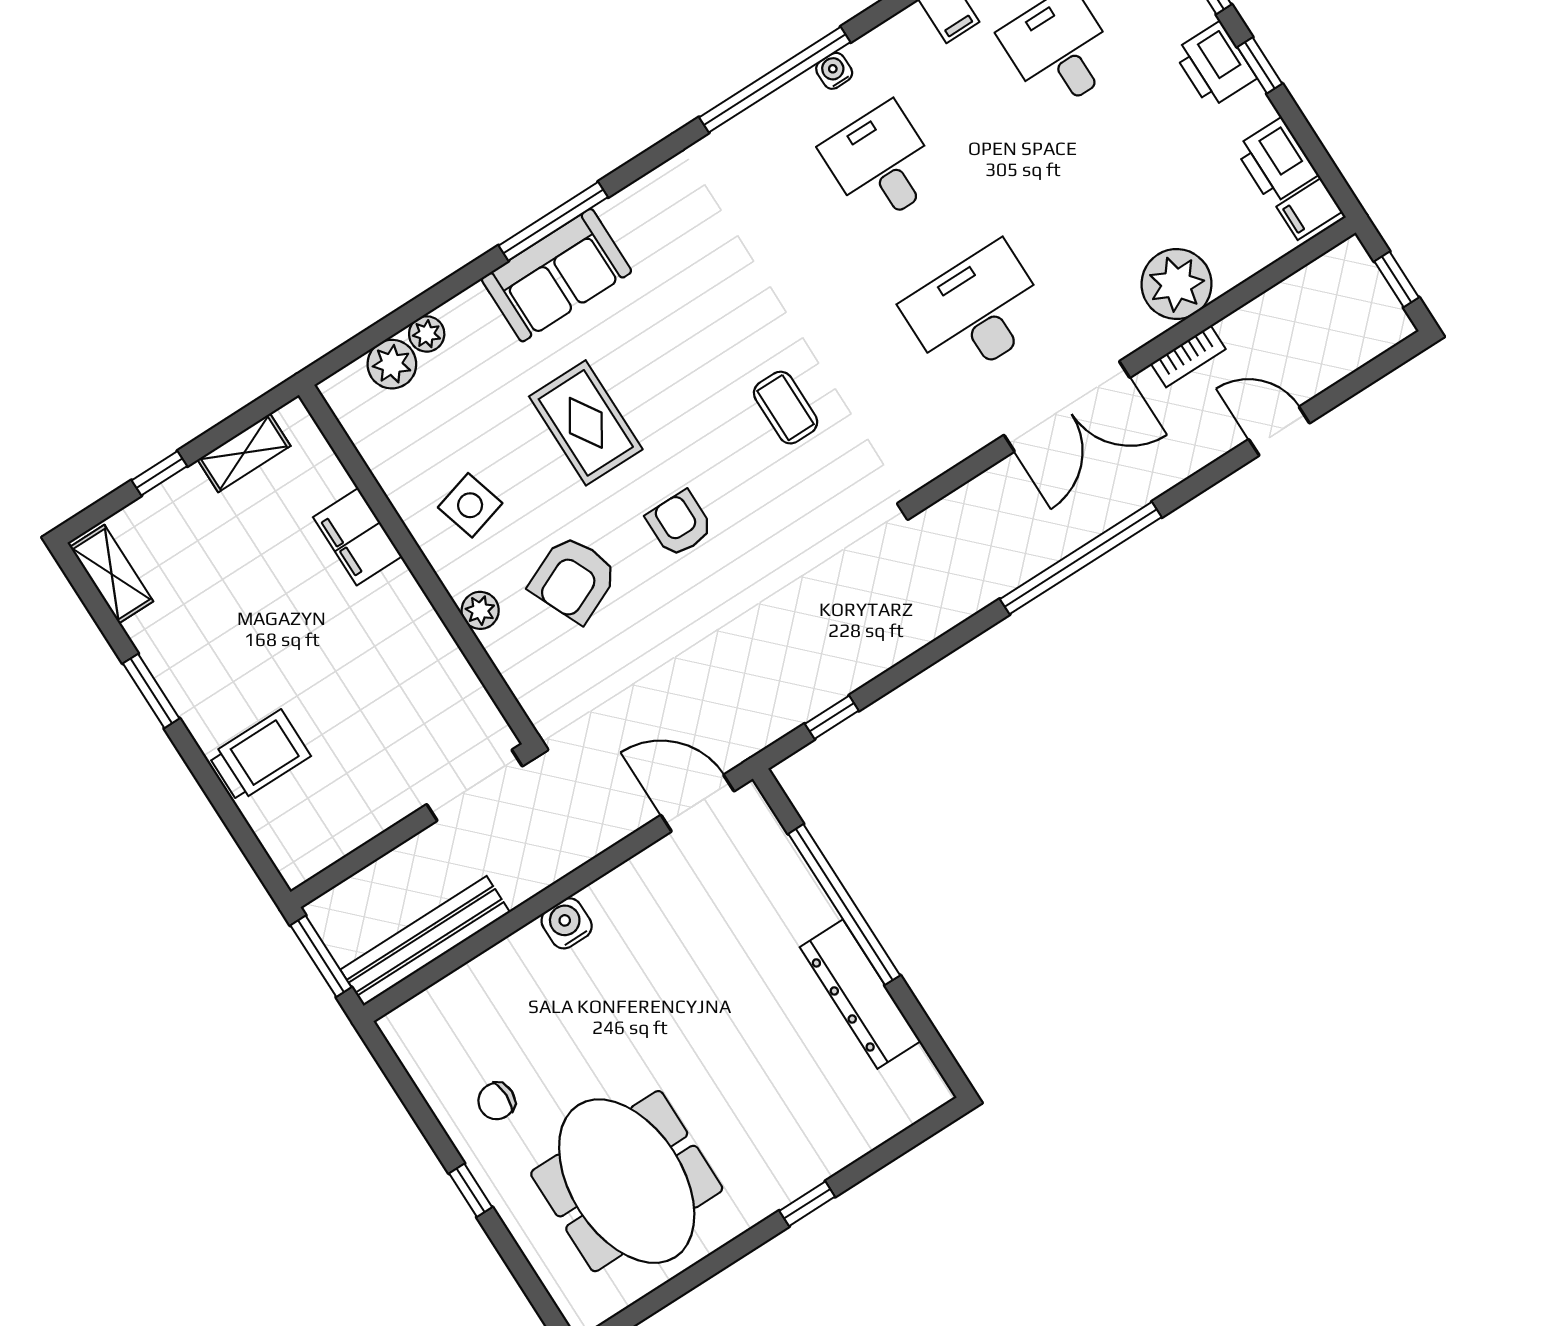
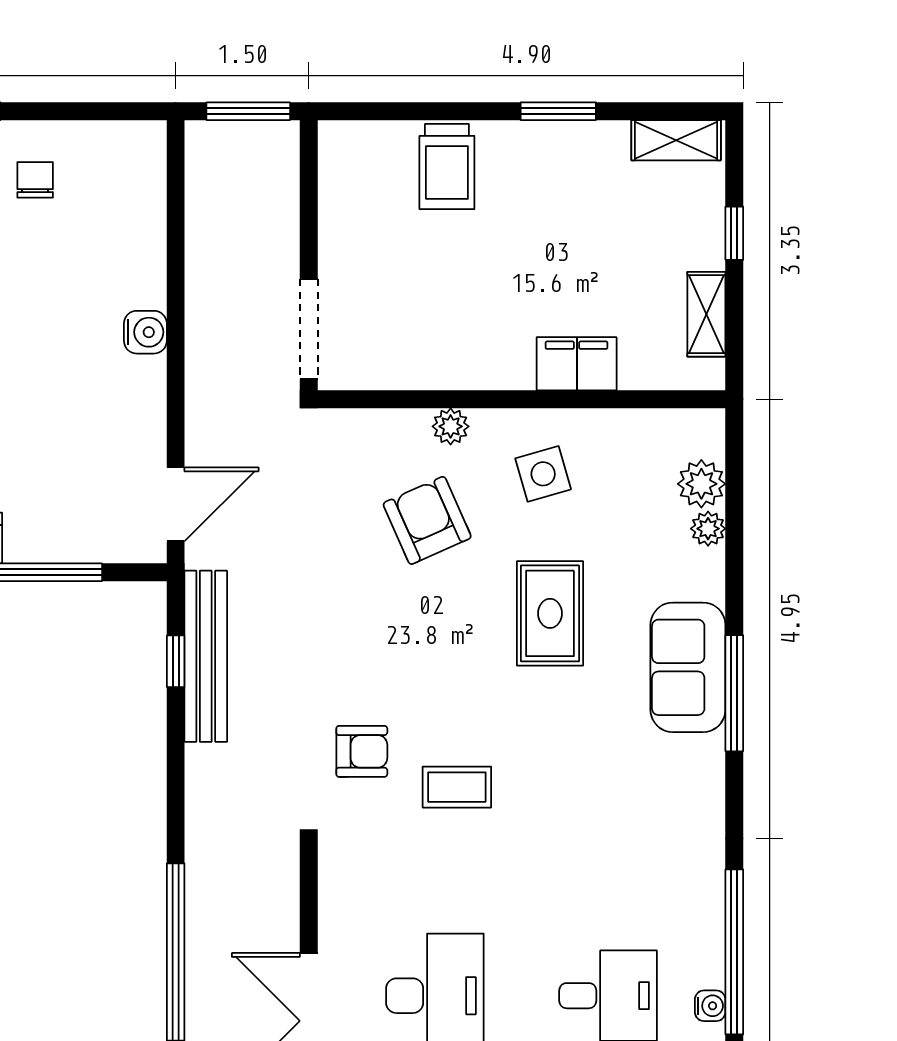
rug: (586, 423) -> (550, 613), turned 90
armchair: (679, 524) -> (362, 751), moved
bench: (425, 941) -> (206, 656), moved

